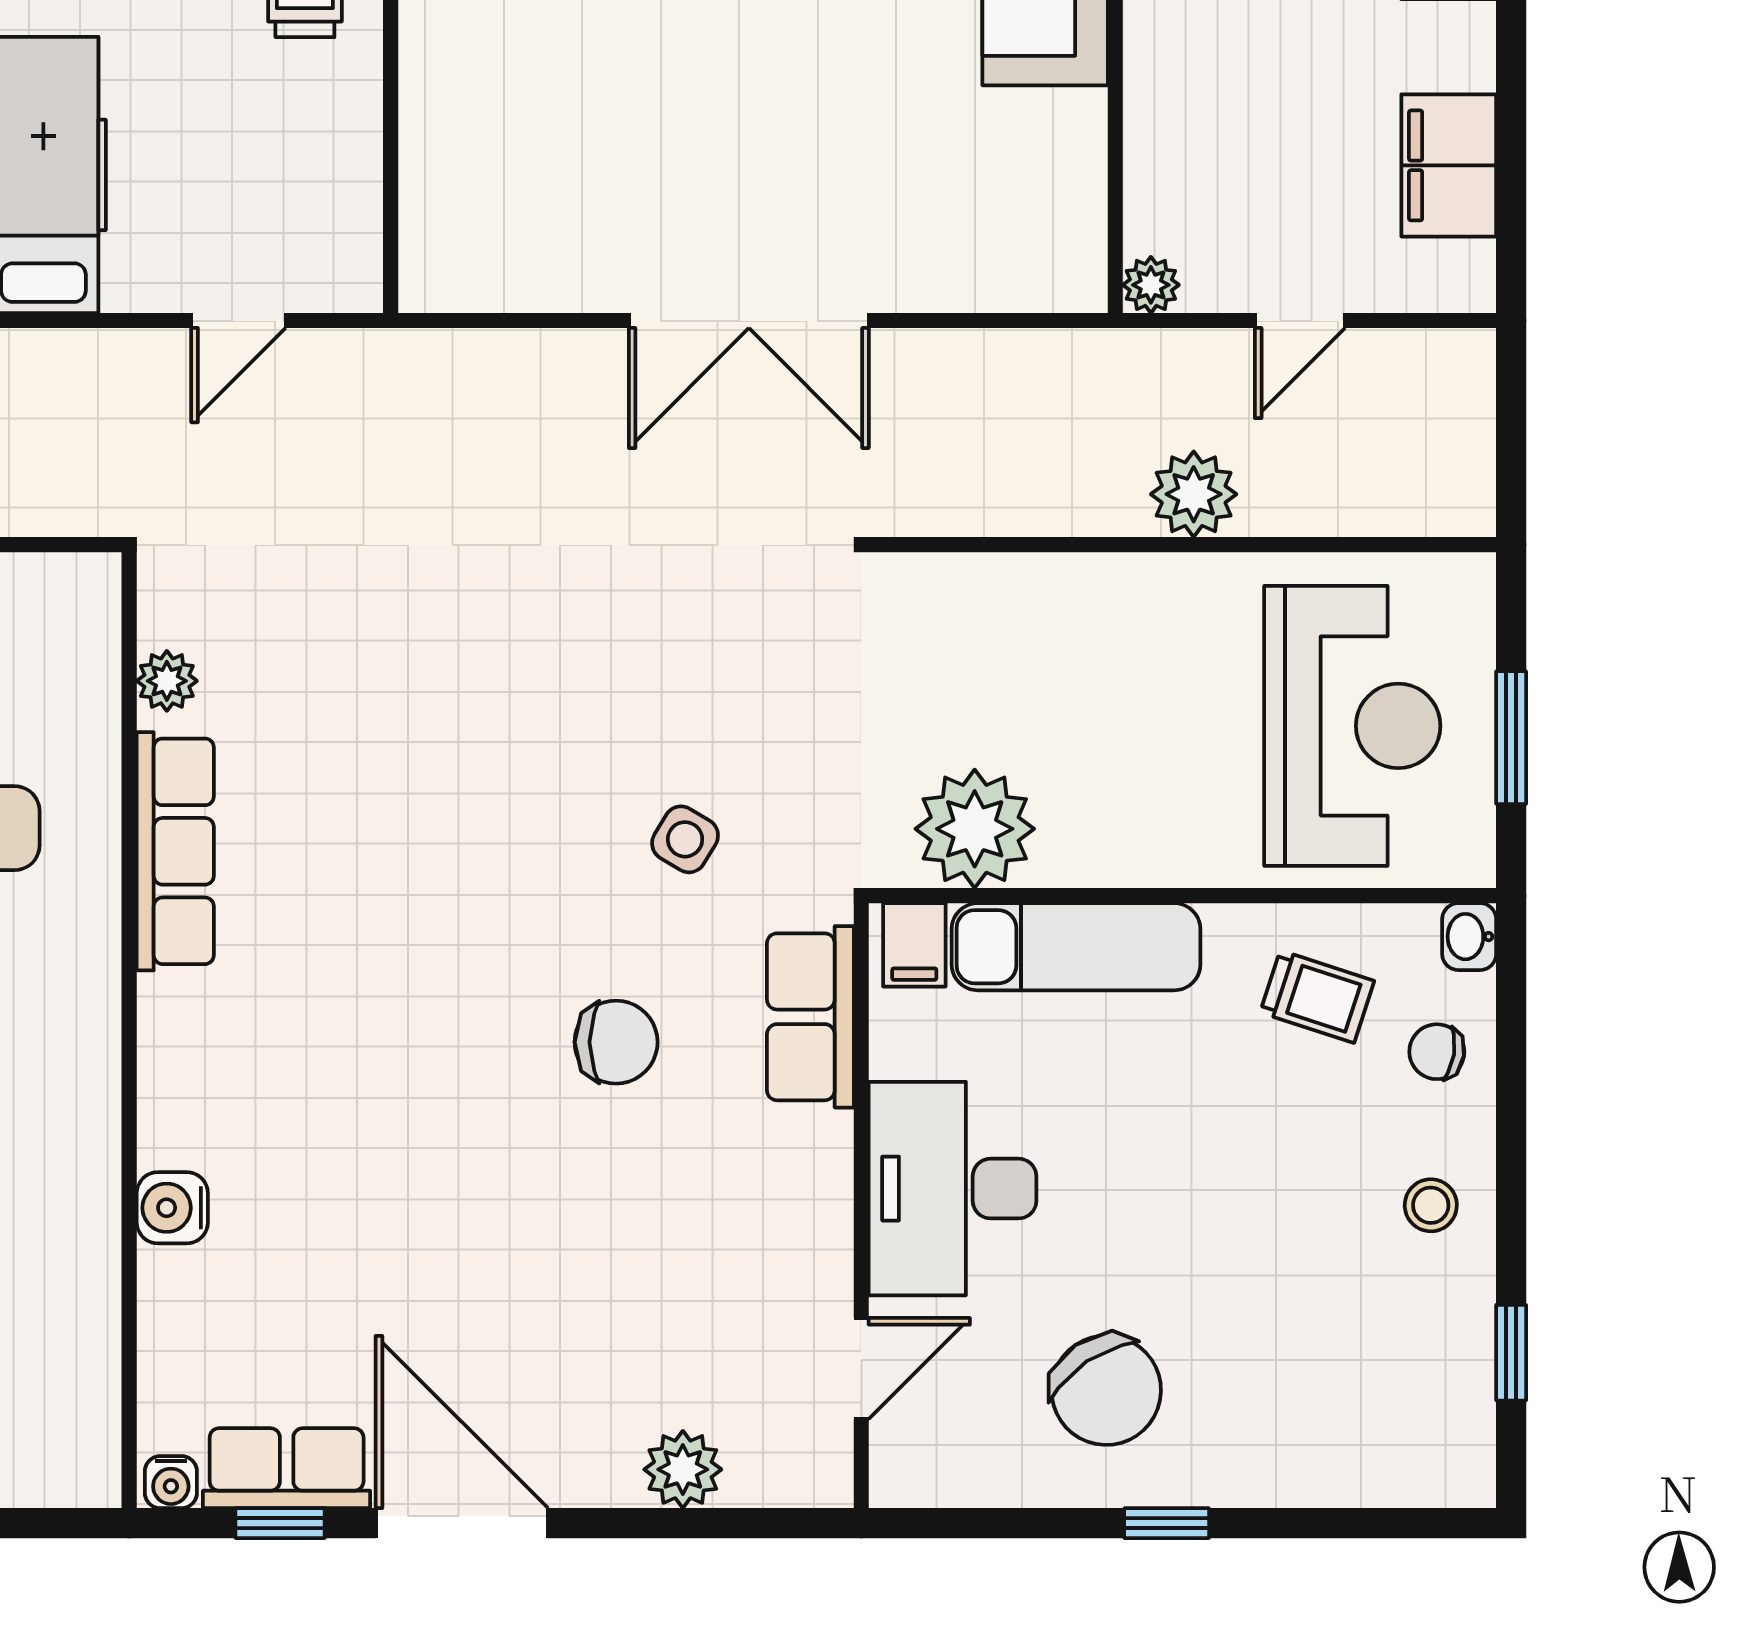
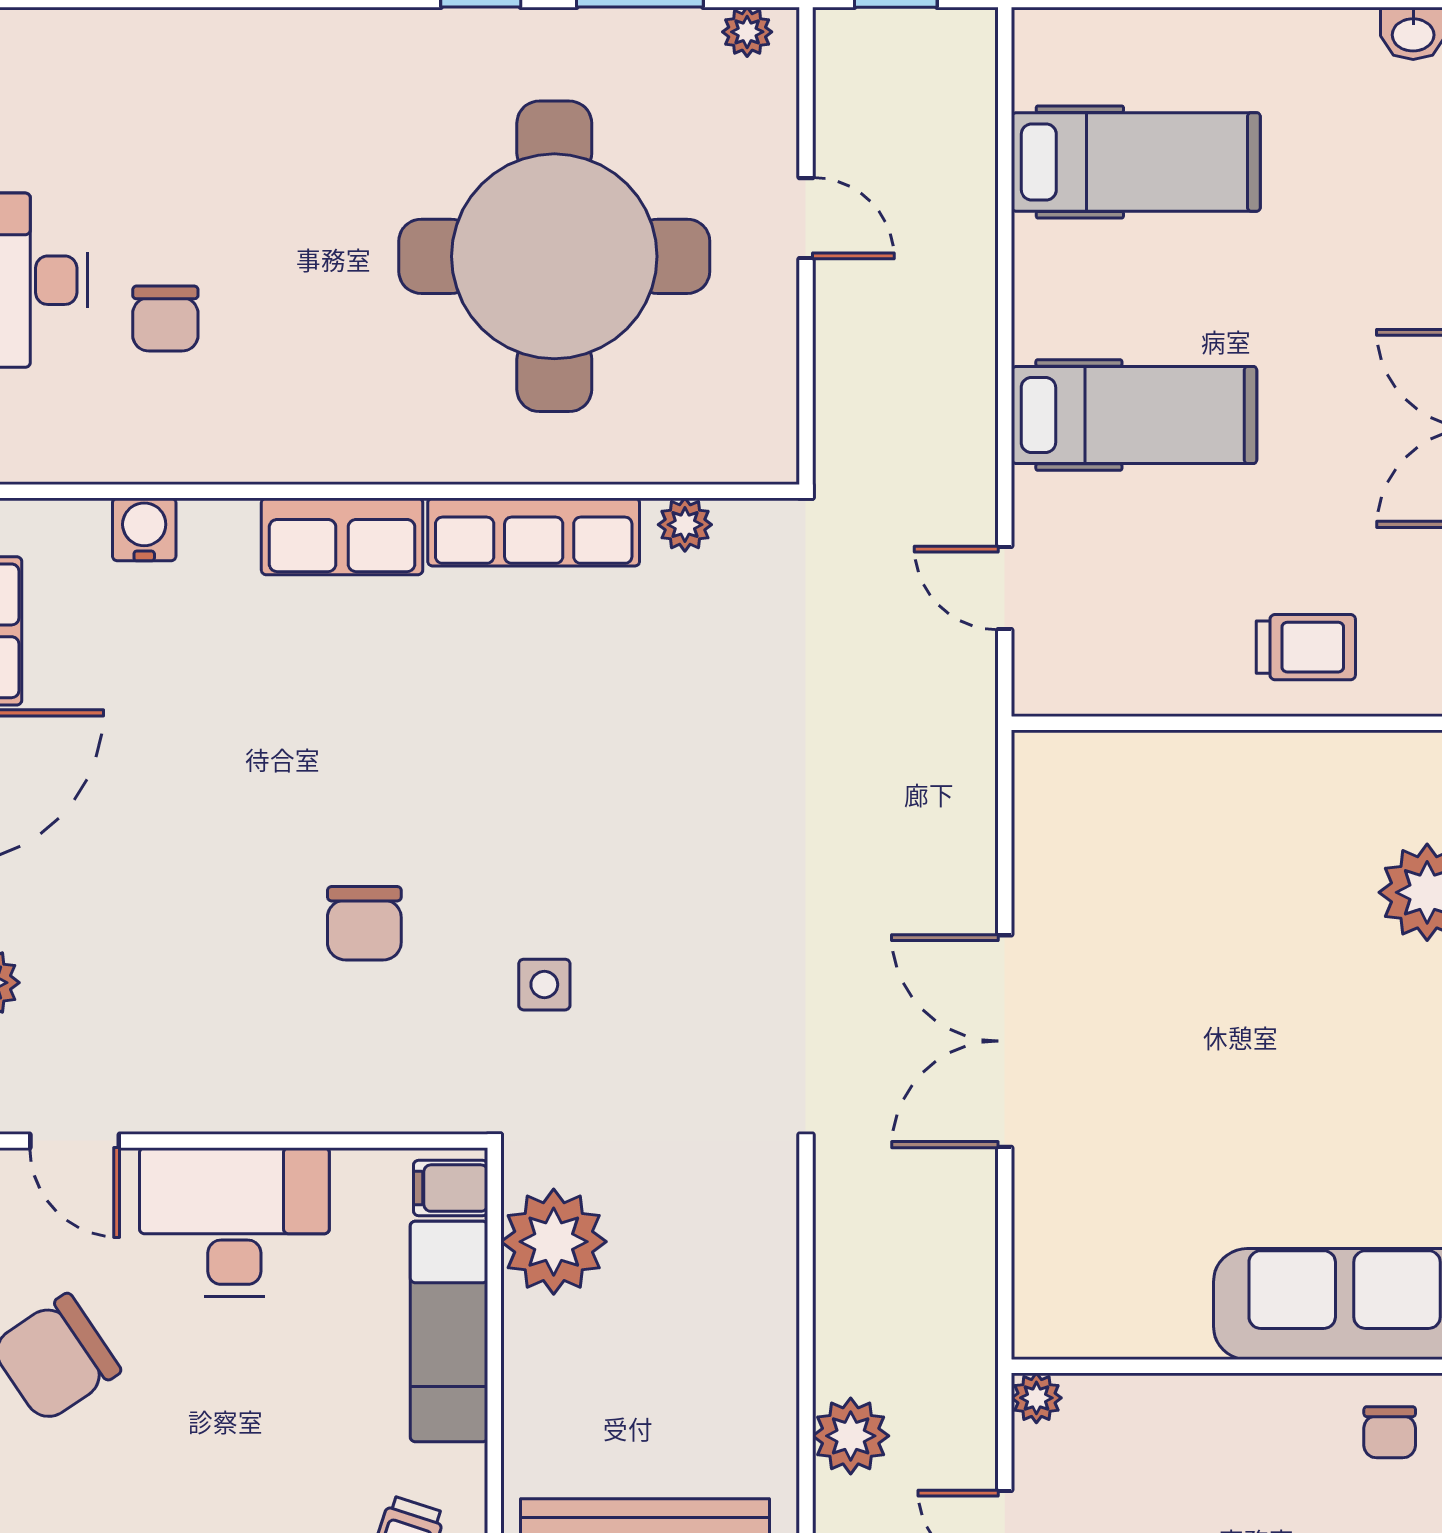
side table: (685, 839) -> (544, 985), turned -31
row of seats: (810, 1017) -> (342, 536), moved, turned 180
water cooler: (172, 1208) -> (144, 529), moved

